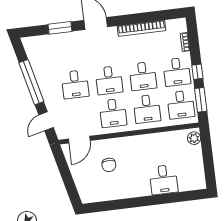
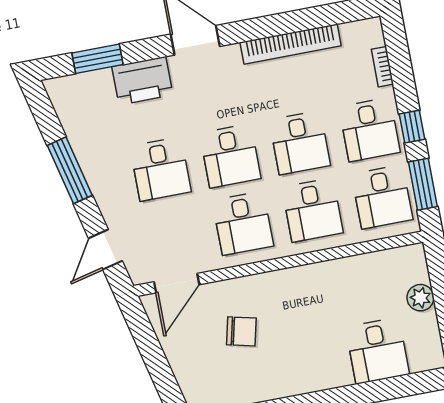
window: (60, 28) -> (97, 59), moved
printer: (69, 41) -> (142, 81), added
window: (31, 82) -> (70, 170), width x0.68
plant: (194, 138) -> (420, 298), moved
chair: (109, 165) -> (241, 331), turned -77
desk: (164, 180) -> (377, 351), moved

